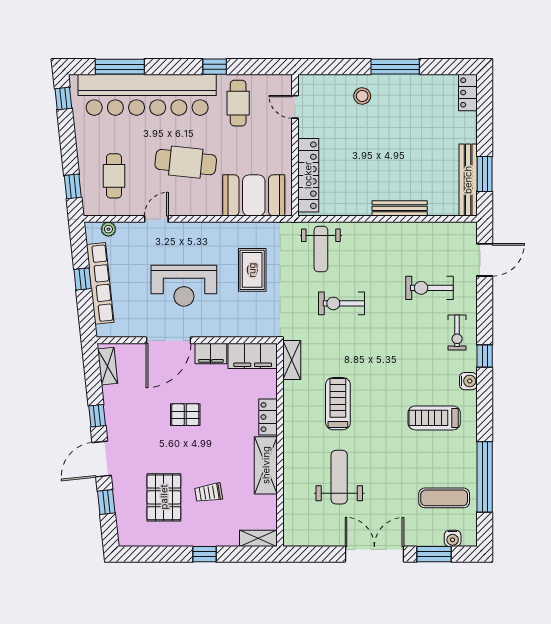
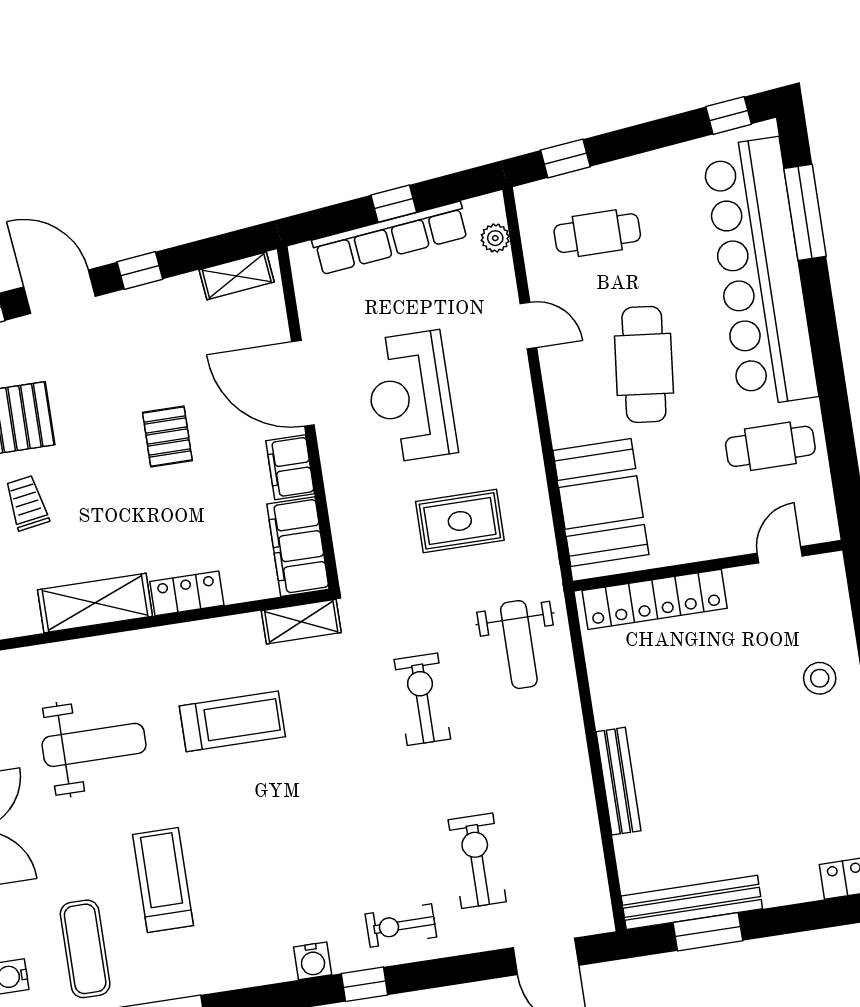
window: (215, 67) -> (832, 391), removed
weight bench: (321, 249) -> (519, 645), turned -90
treadmill: (434, 418) -> (163, 880), moved

